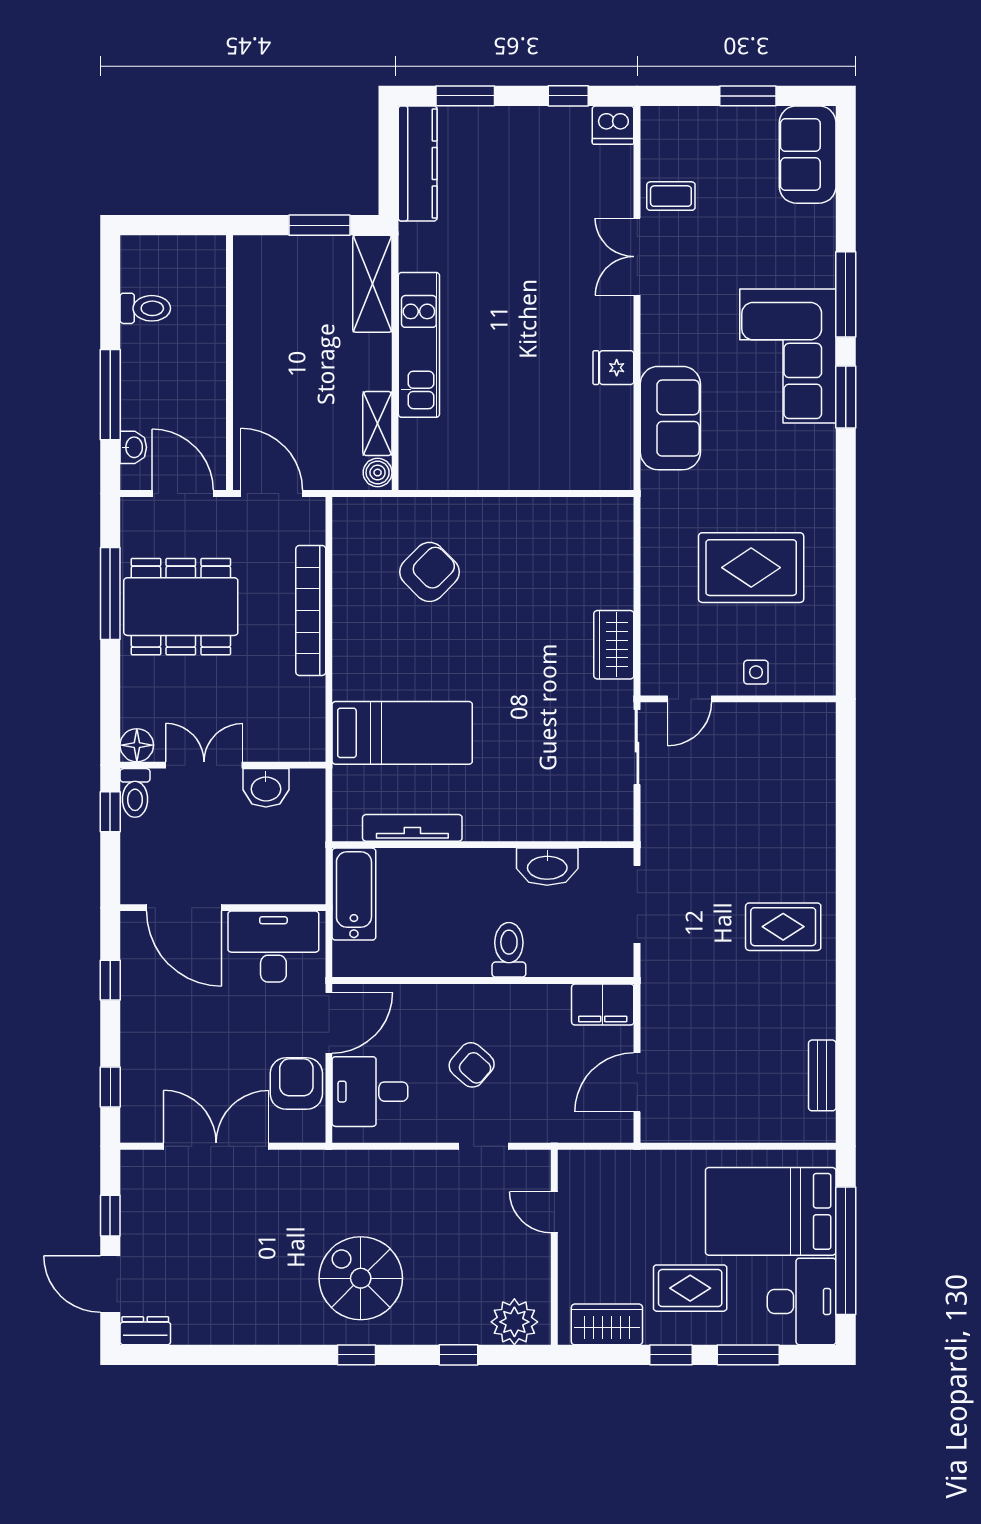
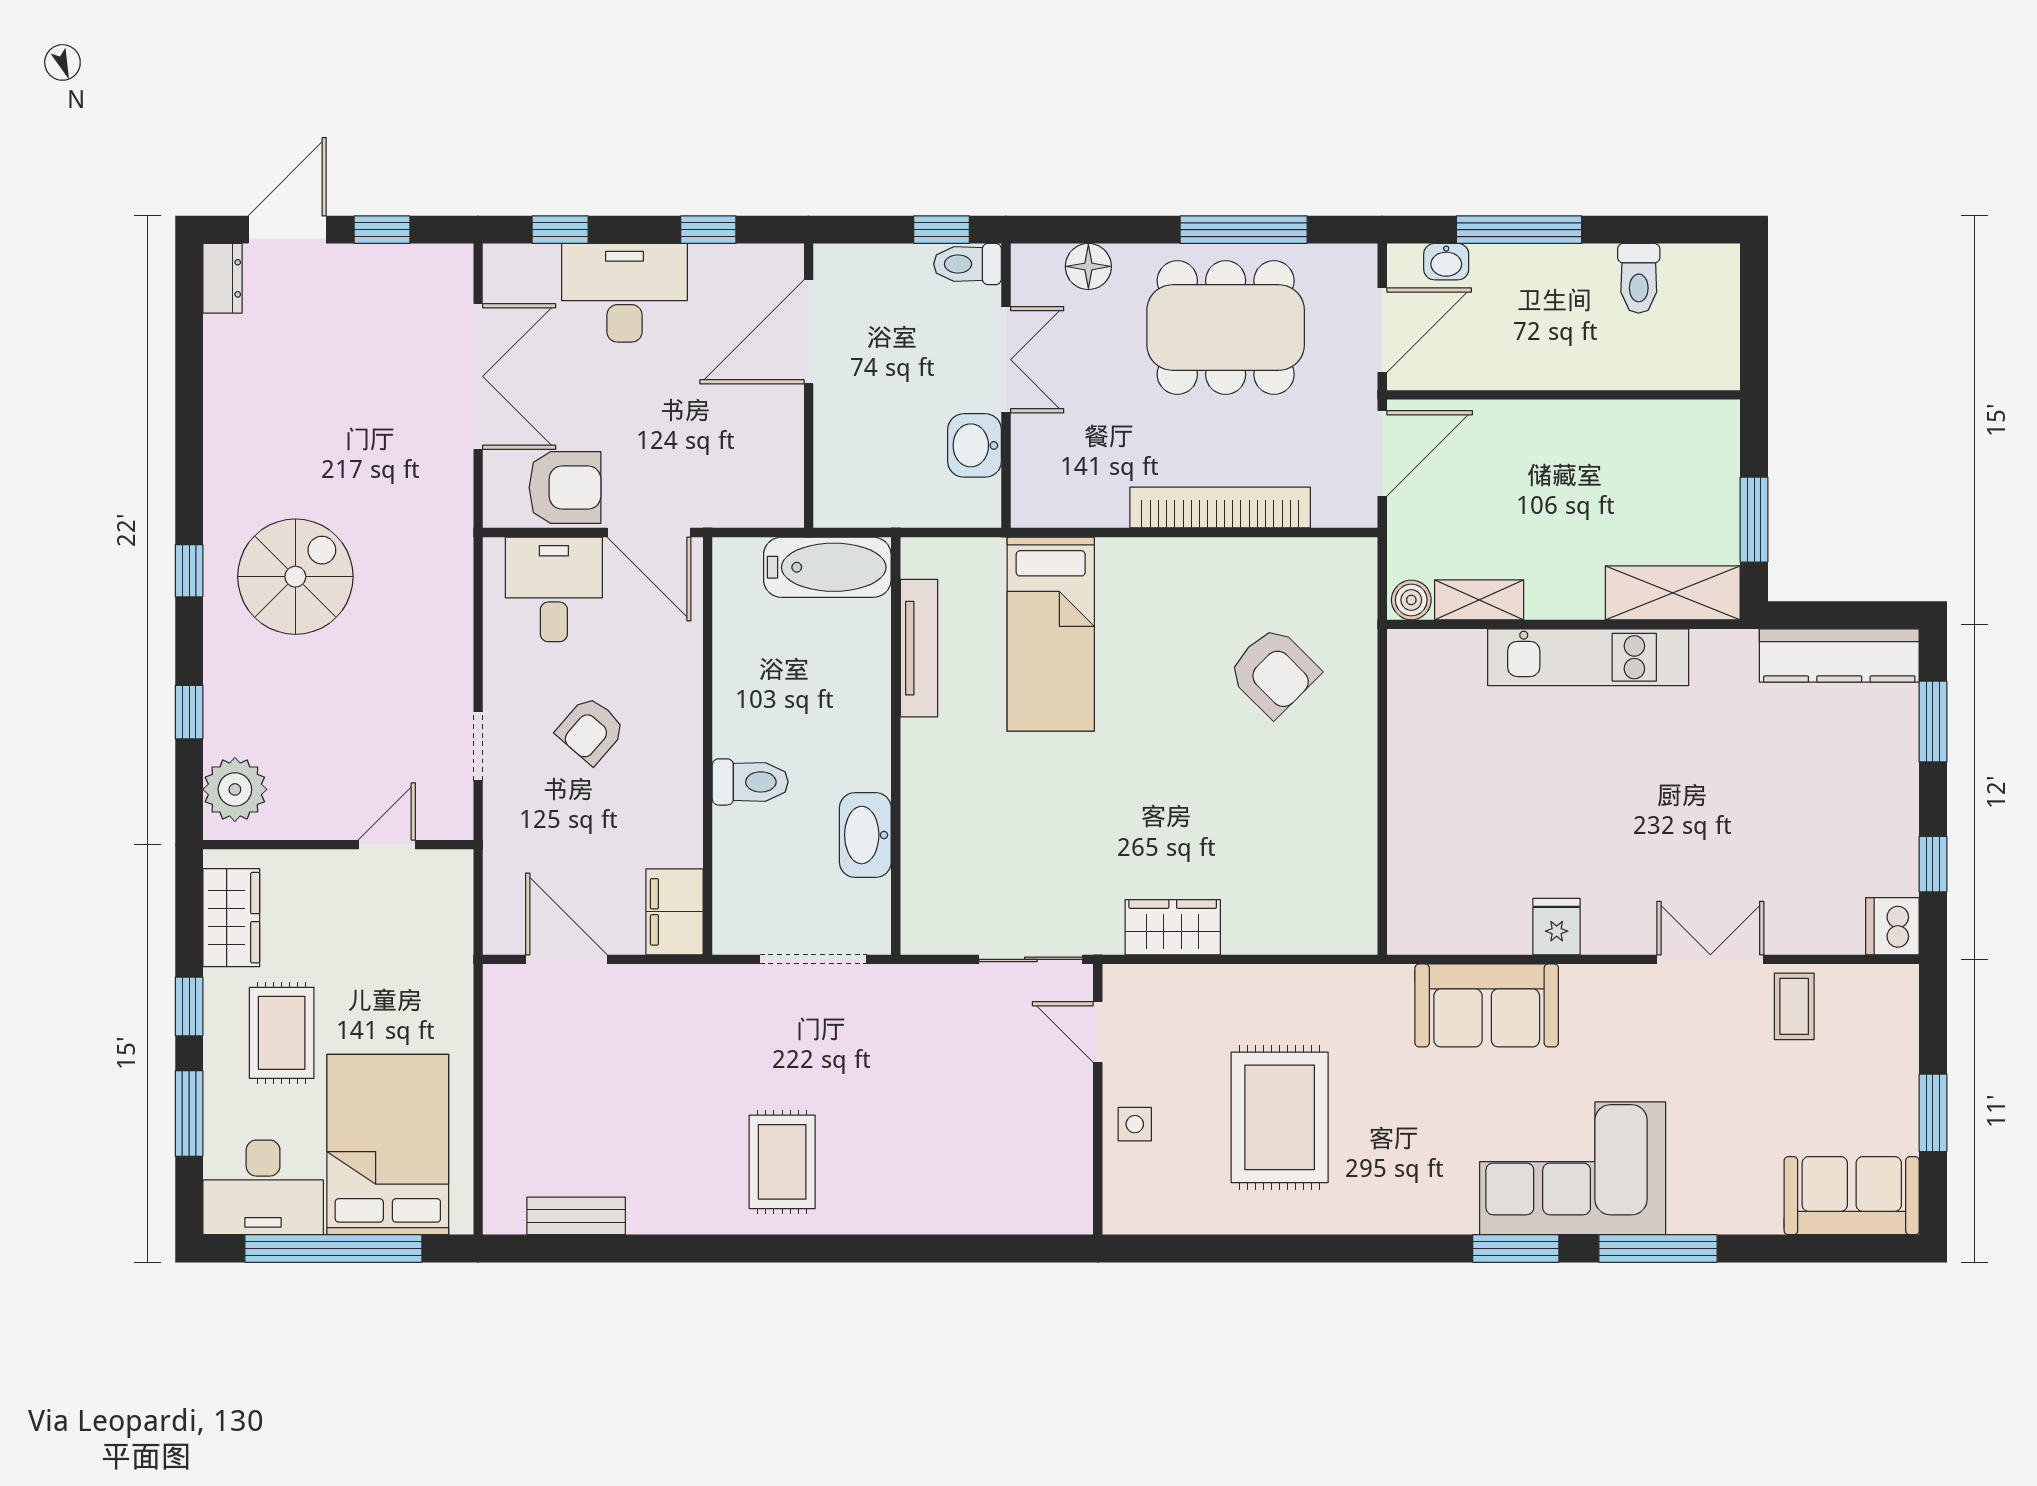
dining table: (181, 607) -> (1226, 328), turned 90
floor lamp: (137, 745) -> (1088, 266), moved
desk: (273, 947) -> (625, 293), moved, turned -90

